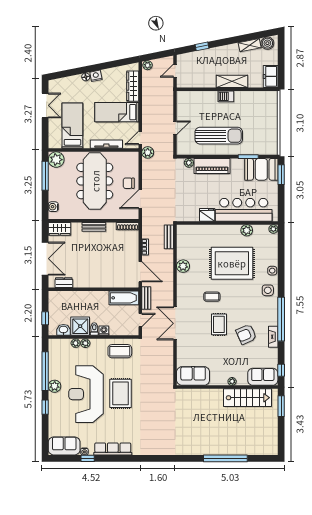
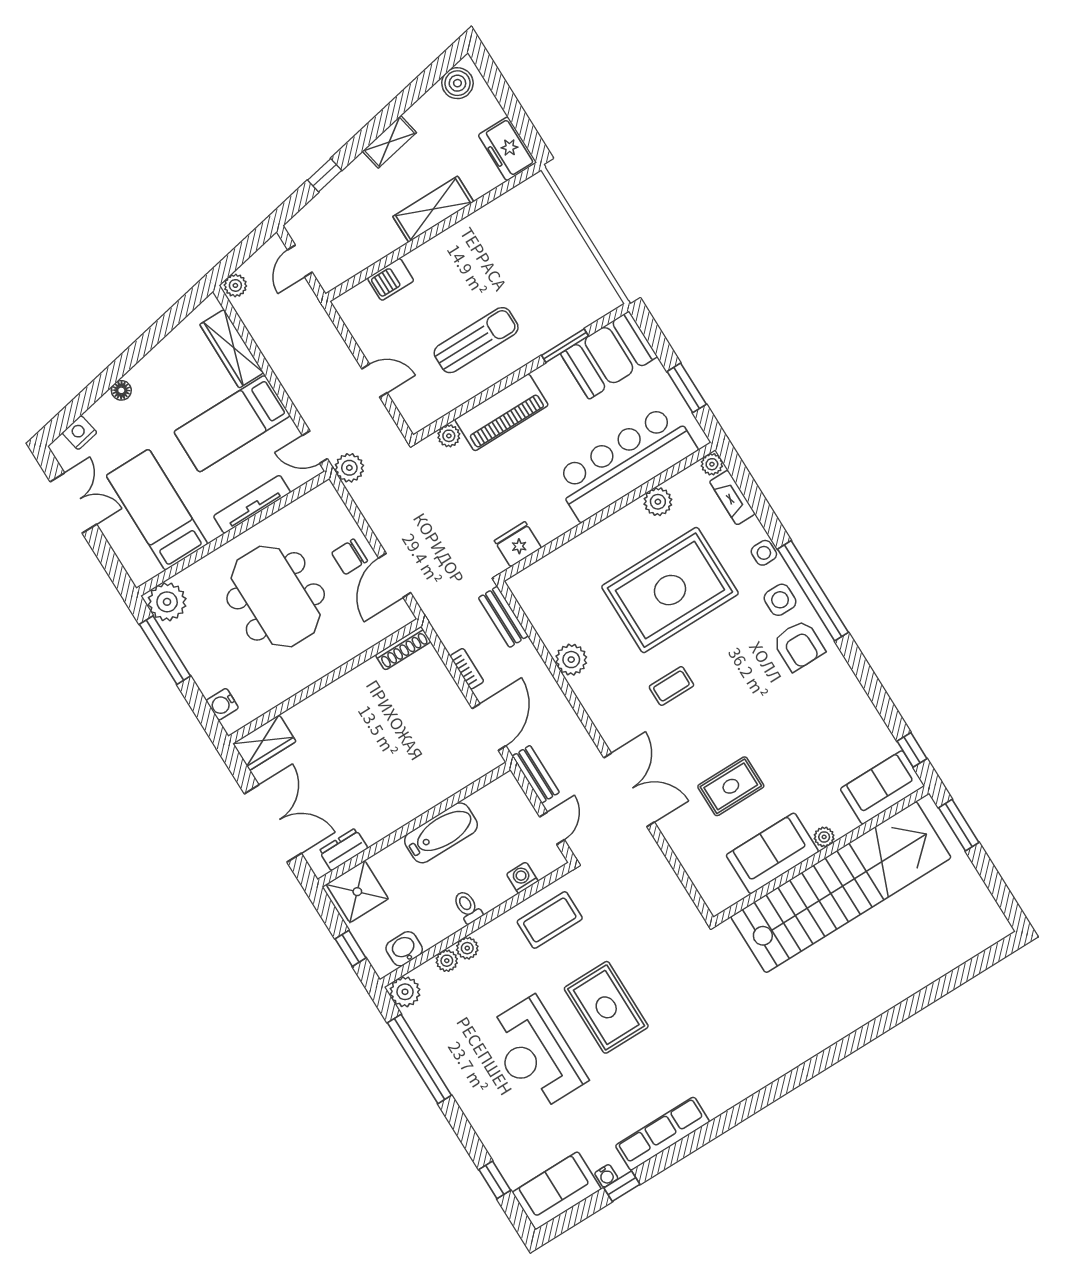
shelving: (250, 45) -> (389, 142), moved
nightstand: (96, 76) -> (80, 433), moved
barbecue: (226, 96) -> (391, 279), moved
door: (175, 128) -> (374, 381), hinge flipped
sun lounger: (219, 136) -> (476, 340), width x0.73, depth x0.75
door: (140, 138) -> (315, 447), hinge flipped
window: (281, 175) -> (687, 388), moved
meeting table: (95, 181) -> (276, 596), width x0.73
fridge: (207, 215) -> (518, 544), moved
bench: (94, 227) -> (334, 694), removed
door: (140, 272) -> (489, 727), hinge flipped
bathtub: (124, 298) -> (441, 833), moved
window: (281, 319) -> (813, 591), moved
double door: (175, 323) -> (629, 790), swing flipped
rug: (219, 324) -> (731, 786), moved, turned 90
shower: (80, 326) -> (357, 892), moved
washing machine: (104, 331) -> (522, 878), moved
armchair: (246, 334) -> (799, 645), moved, turned -66
fireplace: (273, 337) -> (732, 498), moved
sofa: (193, 376) -> (772, 853), moved
plant: (55, 386) -> (405, 992), moved
reception desk: (86, 394) -> (535, 1054), width x0.74, depth x0.77
stairs: (248, 398) -> (841, 887), width x1.86, depth x1.51
window: (45, 407) -> (495, 1180), moved
window: (225, 458) -> (910, 1007), removed

